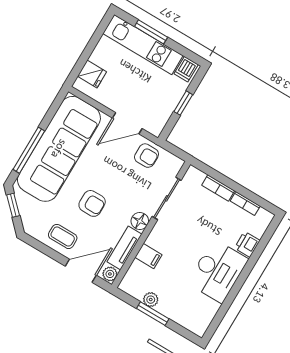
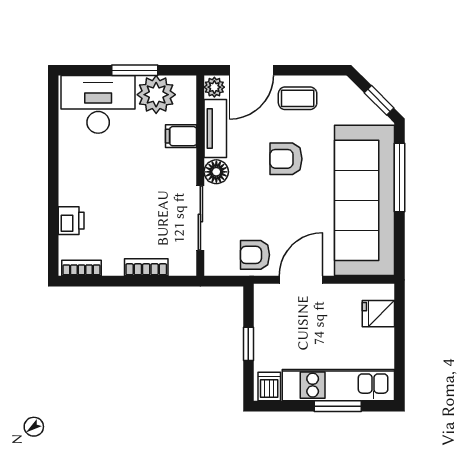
bookcase: (245, 203) -> (81, 268), moved
desk: (218, 271) -> (98, 104), moved, turned 90
plant: (151, 300) -> (156, 95), width x1.88, depth x1.88

